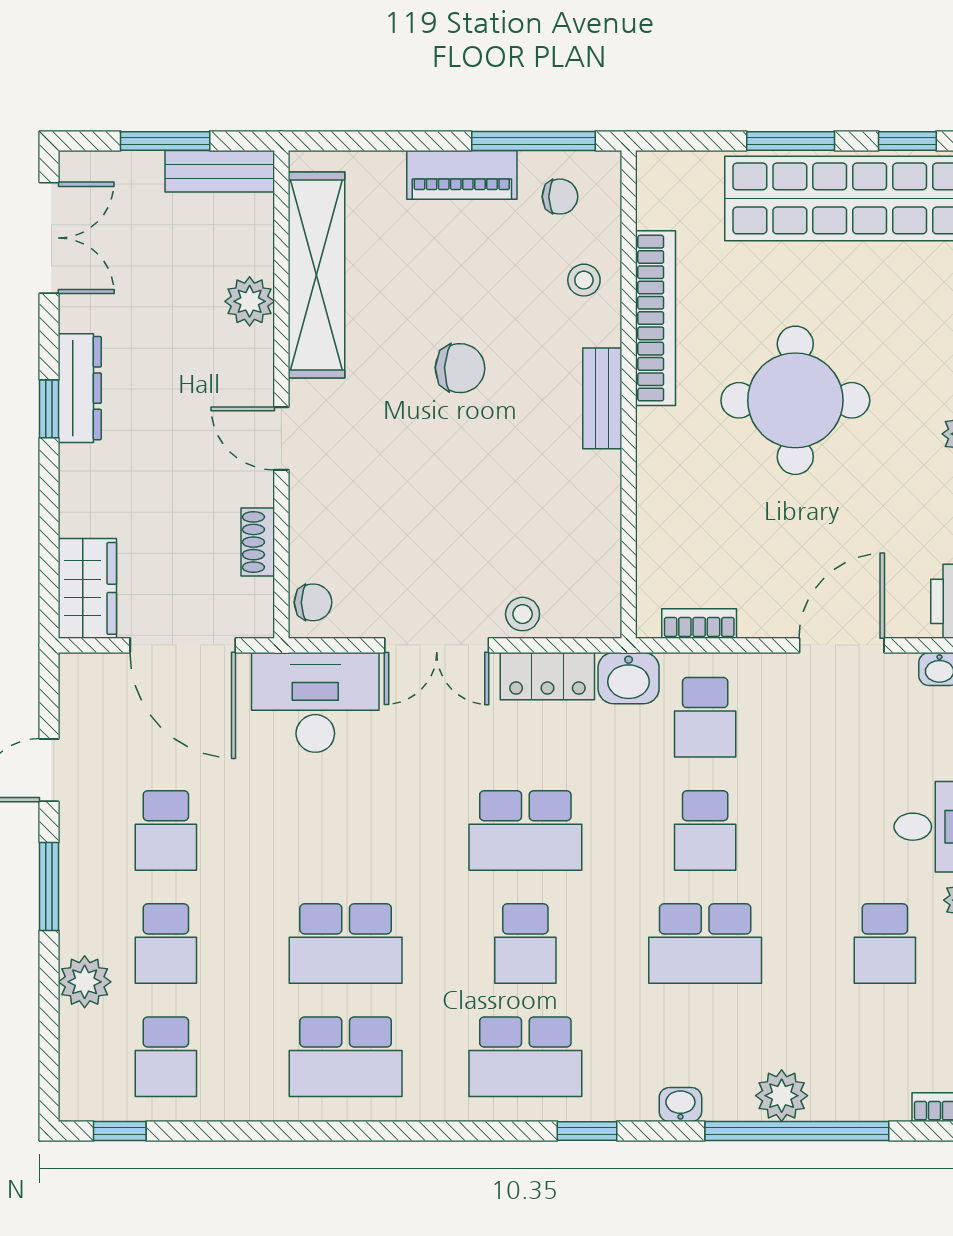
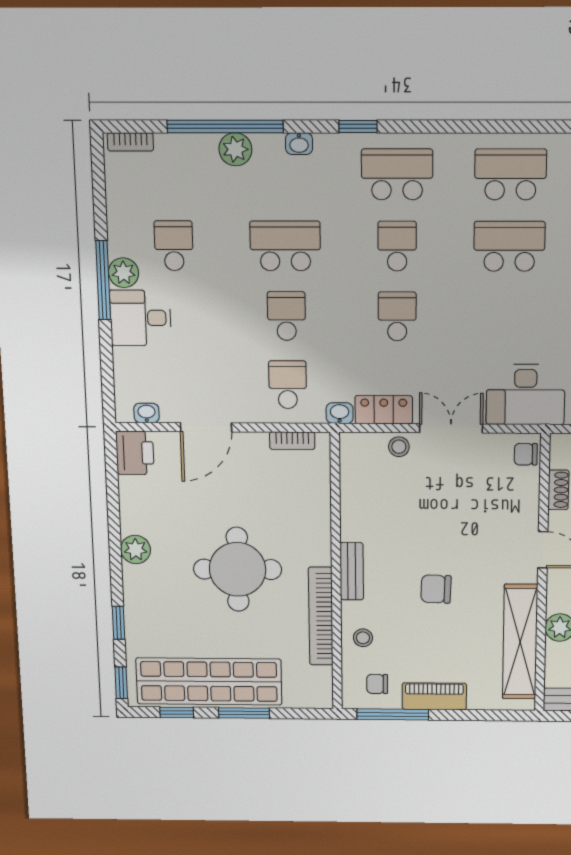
washbasin: (629, 678) -> (340, 413), width x0.72, depth x0.69
school desk: (525, 830) -> (397, 316), width x0.54

